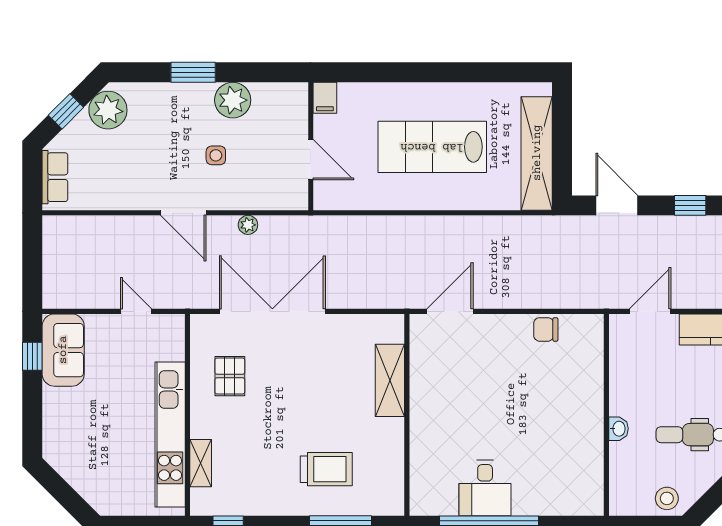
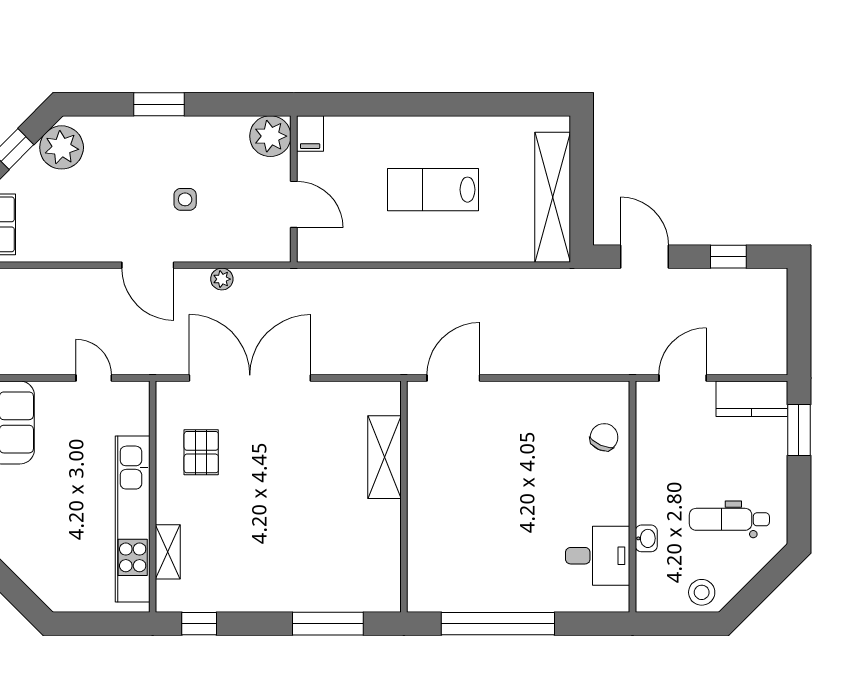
plant: (233, 100) -> (270, 136), moved
lab bench: (432, 147) -> (433, 190), width x0.73, depth x0.72
chair: (546, 329) -> (604, 437), moved, turned 114
washbasin: (618, 429) -> (646, 538), moved
trolley: (326, 469) -> (312, 559), removed
desk: (485, 488) -> (598, 556), moved, turned -90

